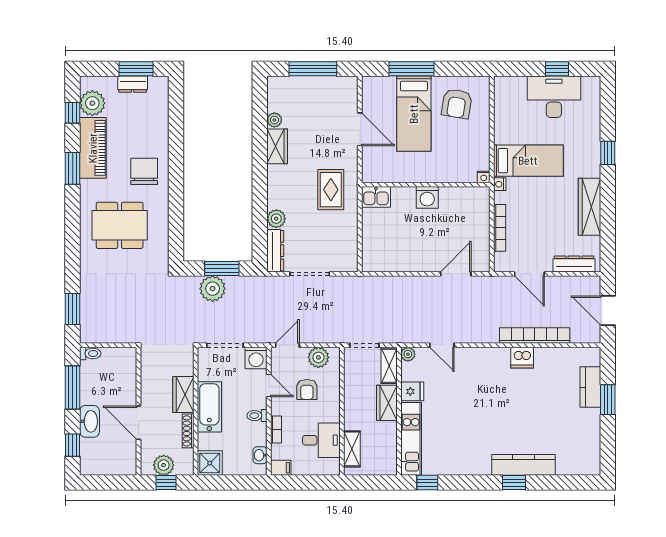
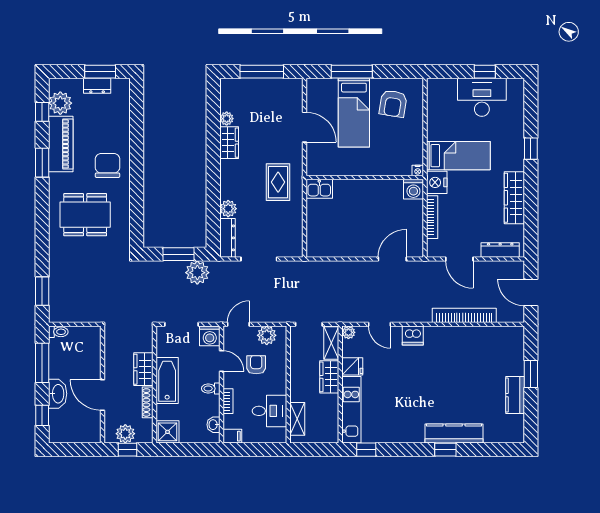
nightstand: (500, 184) -> (437, 182), width x1.89, depth x1.79
washing machine: (427, 197) -> (413, 189), moved
plant: (213, 289) -> (197, 273), moved
dishwasher: (522, 358) -> (413, 336), moved
kitchen counter: (590, 387) -> (515, 395), moved
armchair: (307, 390) -> (256, 365), turned 180

